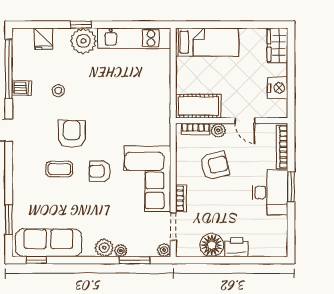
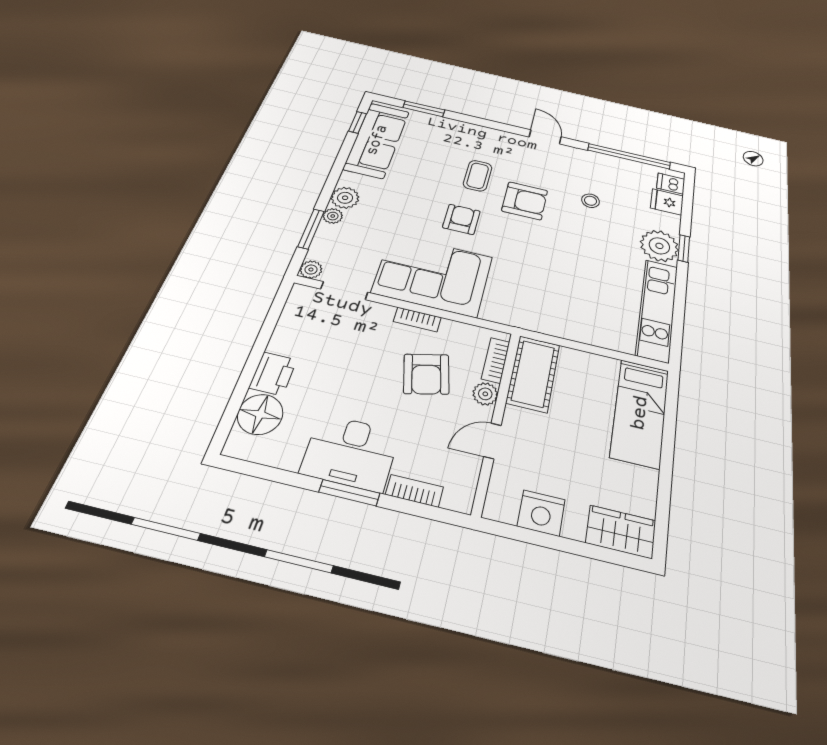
dishwasher: (22, 88) -> (671, 184), moved, turned 90
bookcase: (282, 147) -> (414, 491), width x0.64
bookcase: (181, 198) -> (417, 319), moved
floor lamp: (212, 245) -> (260, 414), moved

